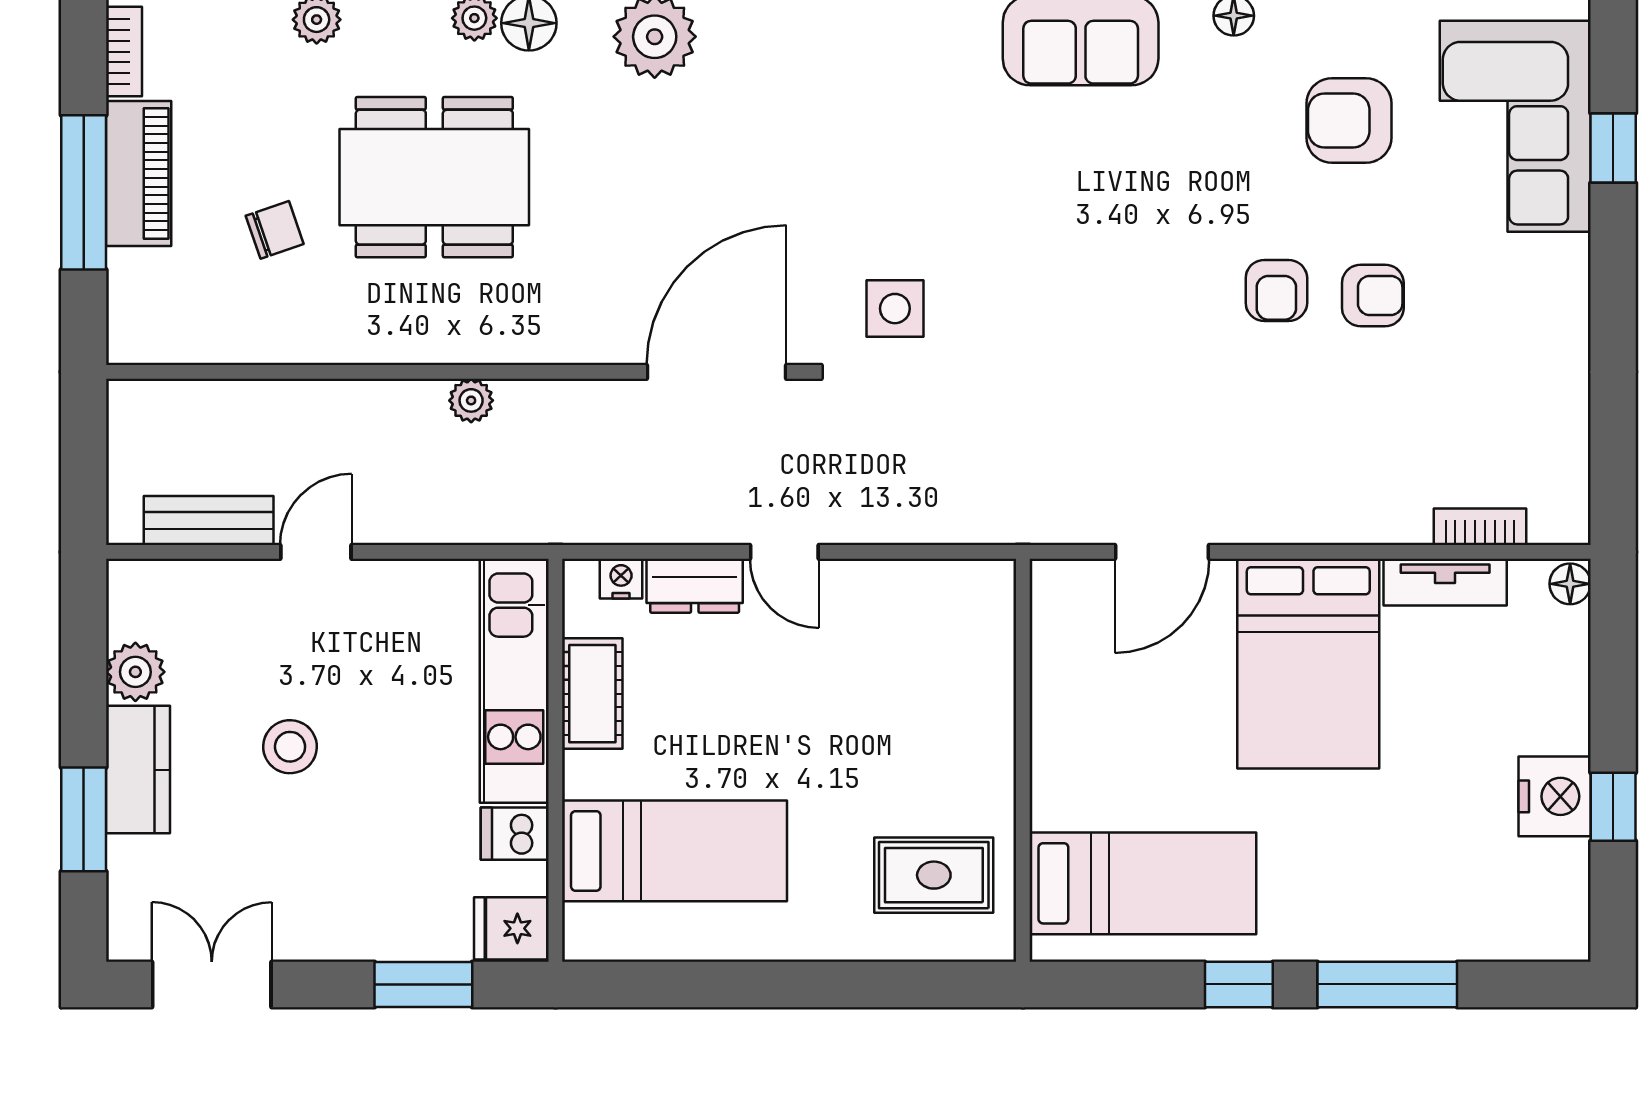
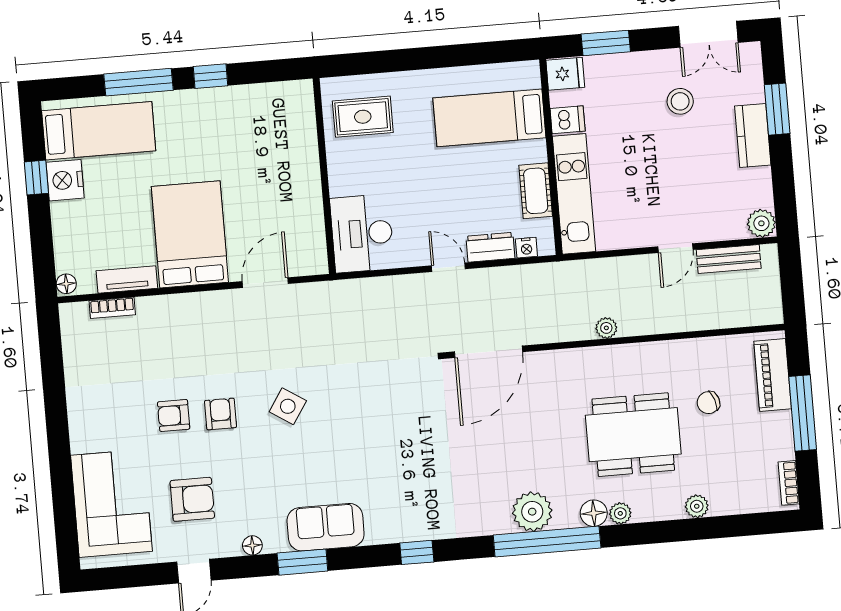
window: (1613, 148) -> (63, 497), removed
piano: (139, 173) -> (773, 375), moved
side table: (895, 309) -> (288, 406), moved, turned 33
desk: (955, 636) -> (362, 233), added
plant: (135, 672) -> (761, 223), moved
stool: (290, 747) -> (680, 101), moved
bed: (1143, 883) -> (99, 131), moved, turned 180

